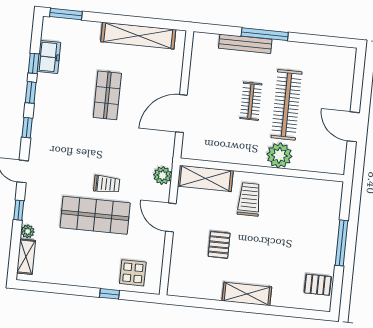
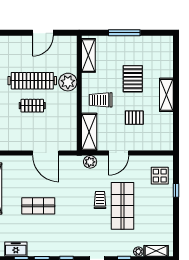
shelving: (314, 188) -> (88, 55), added
pallet: (318, 285) -> (133, 79), moved, width x1.50, depth x1.42

